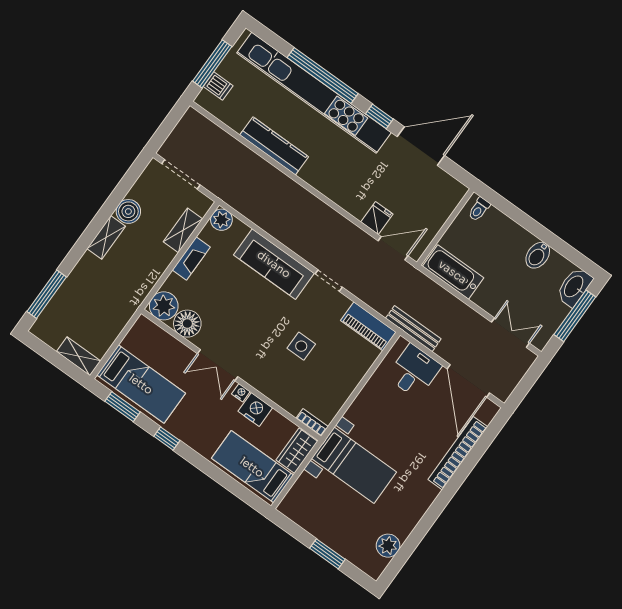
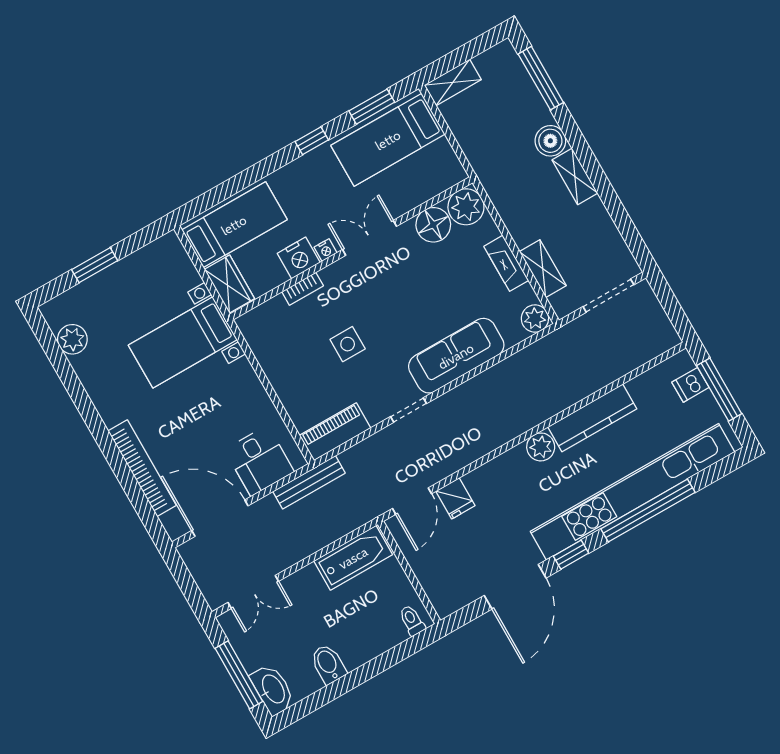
plant: (312, 173) -> (541, 447), added
boiler: (128, 211) -> (550, 141), moved
bookcase: (312, 422) -> (303, 289), moved

